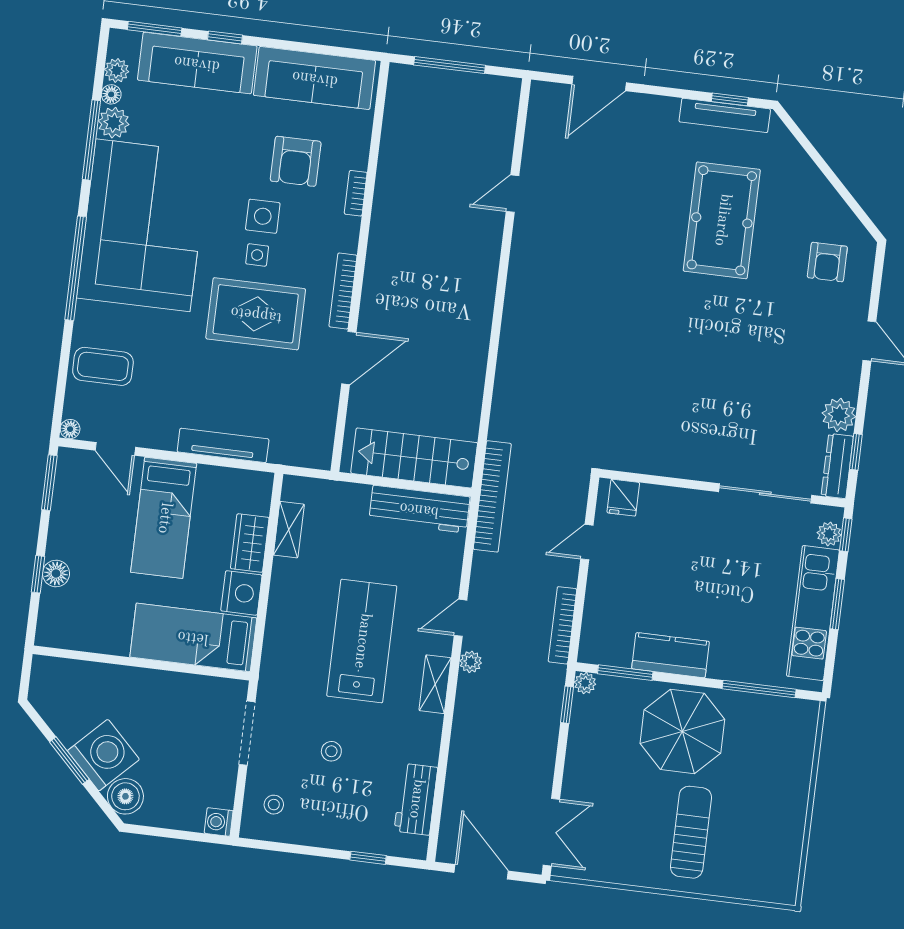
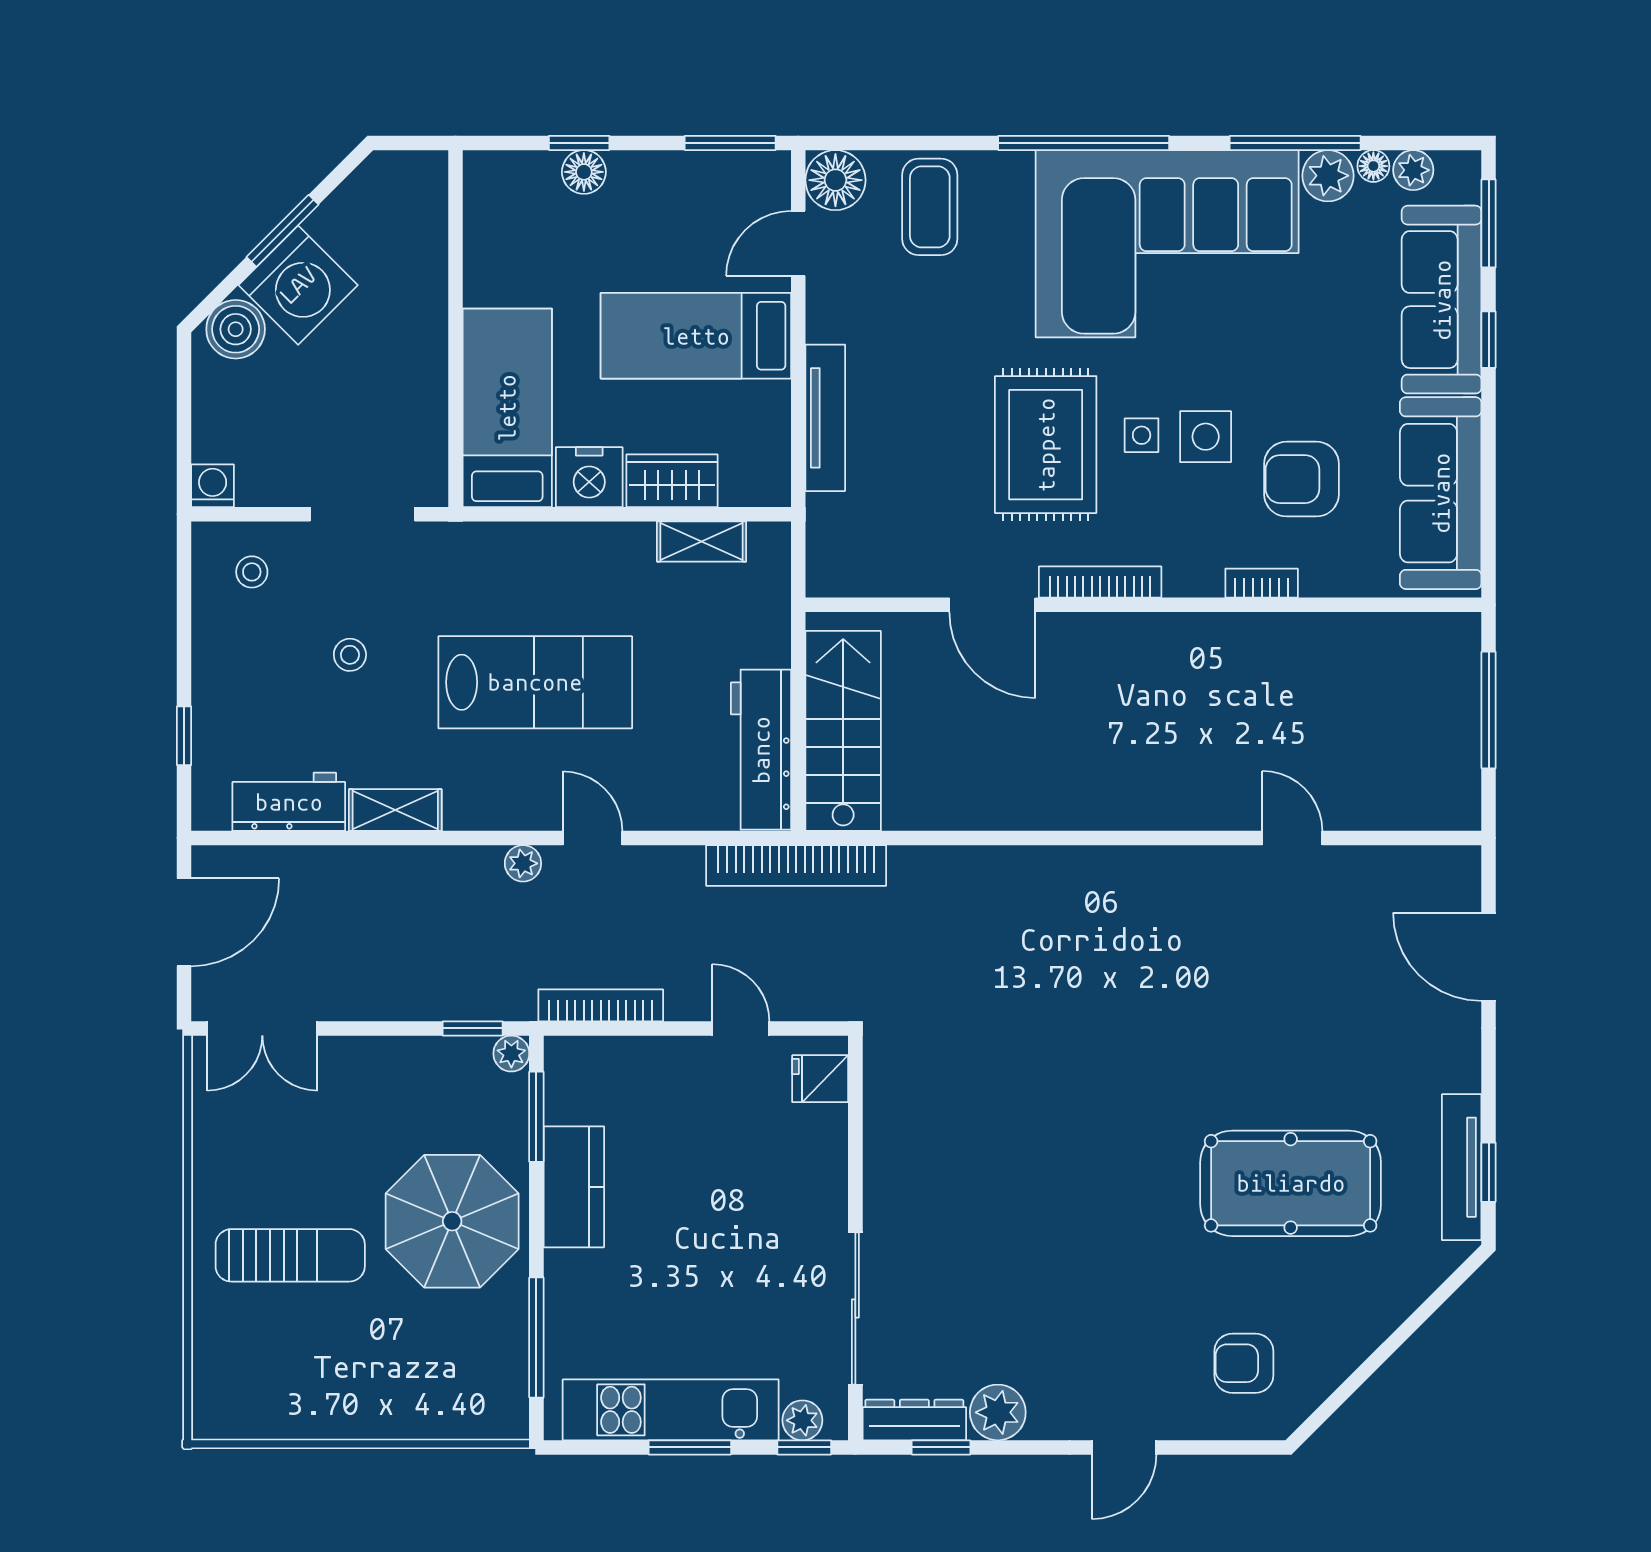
floor lamp: (70, 429) -> (835, 180), width x1.89, depth x1.89
shelving: (435, 684) -> (395, 810), moved

